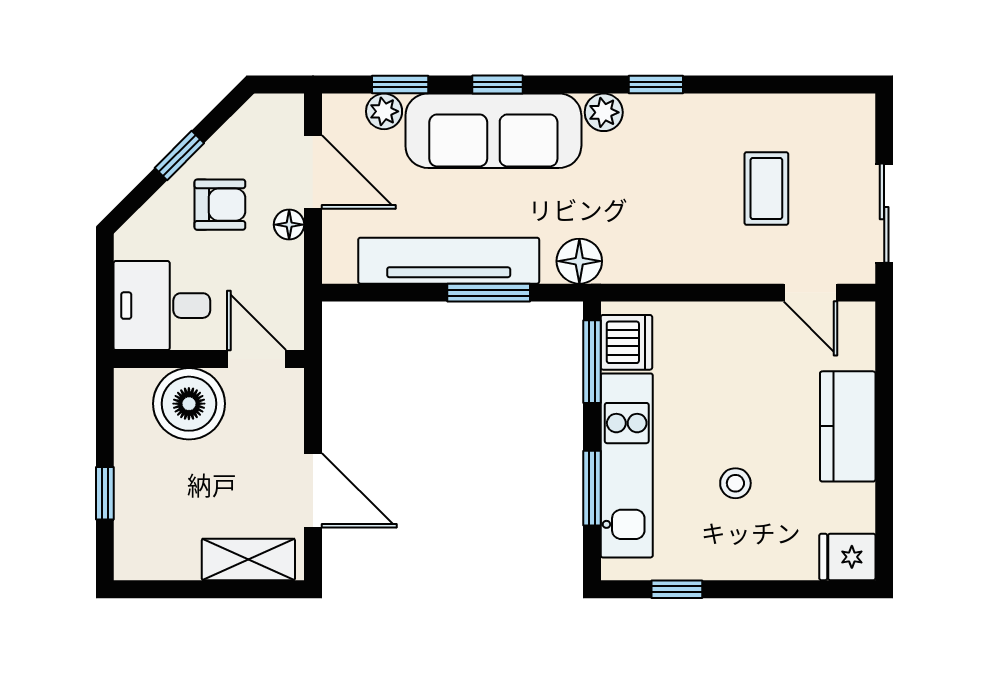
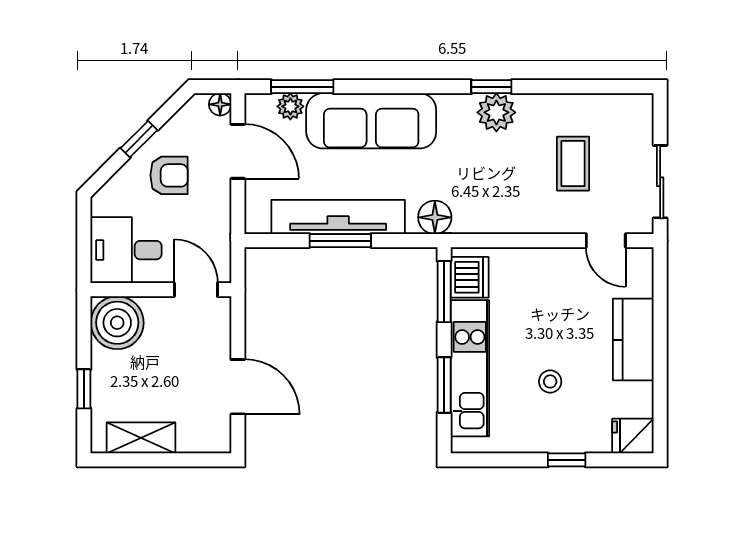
window: (400, 85) -> (302, 87), width x1.50
window: (498, 85) -> (374, 87), removed
plant: (604, 112) -> (496, 112), moved, width x1.38, depth x1.38
floor lamp: (289, 225) -> (220, 104), moved
window: (489, 293) -> (340, 241), moved
boiler: (189, 404) -> (117, 323), moved
shelving: (248, 559) -> (141, 438), moved
window: (677, 589) -> (567, 460), moved

